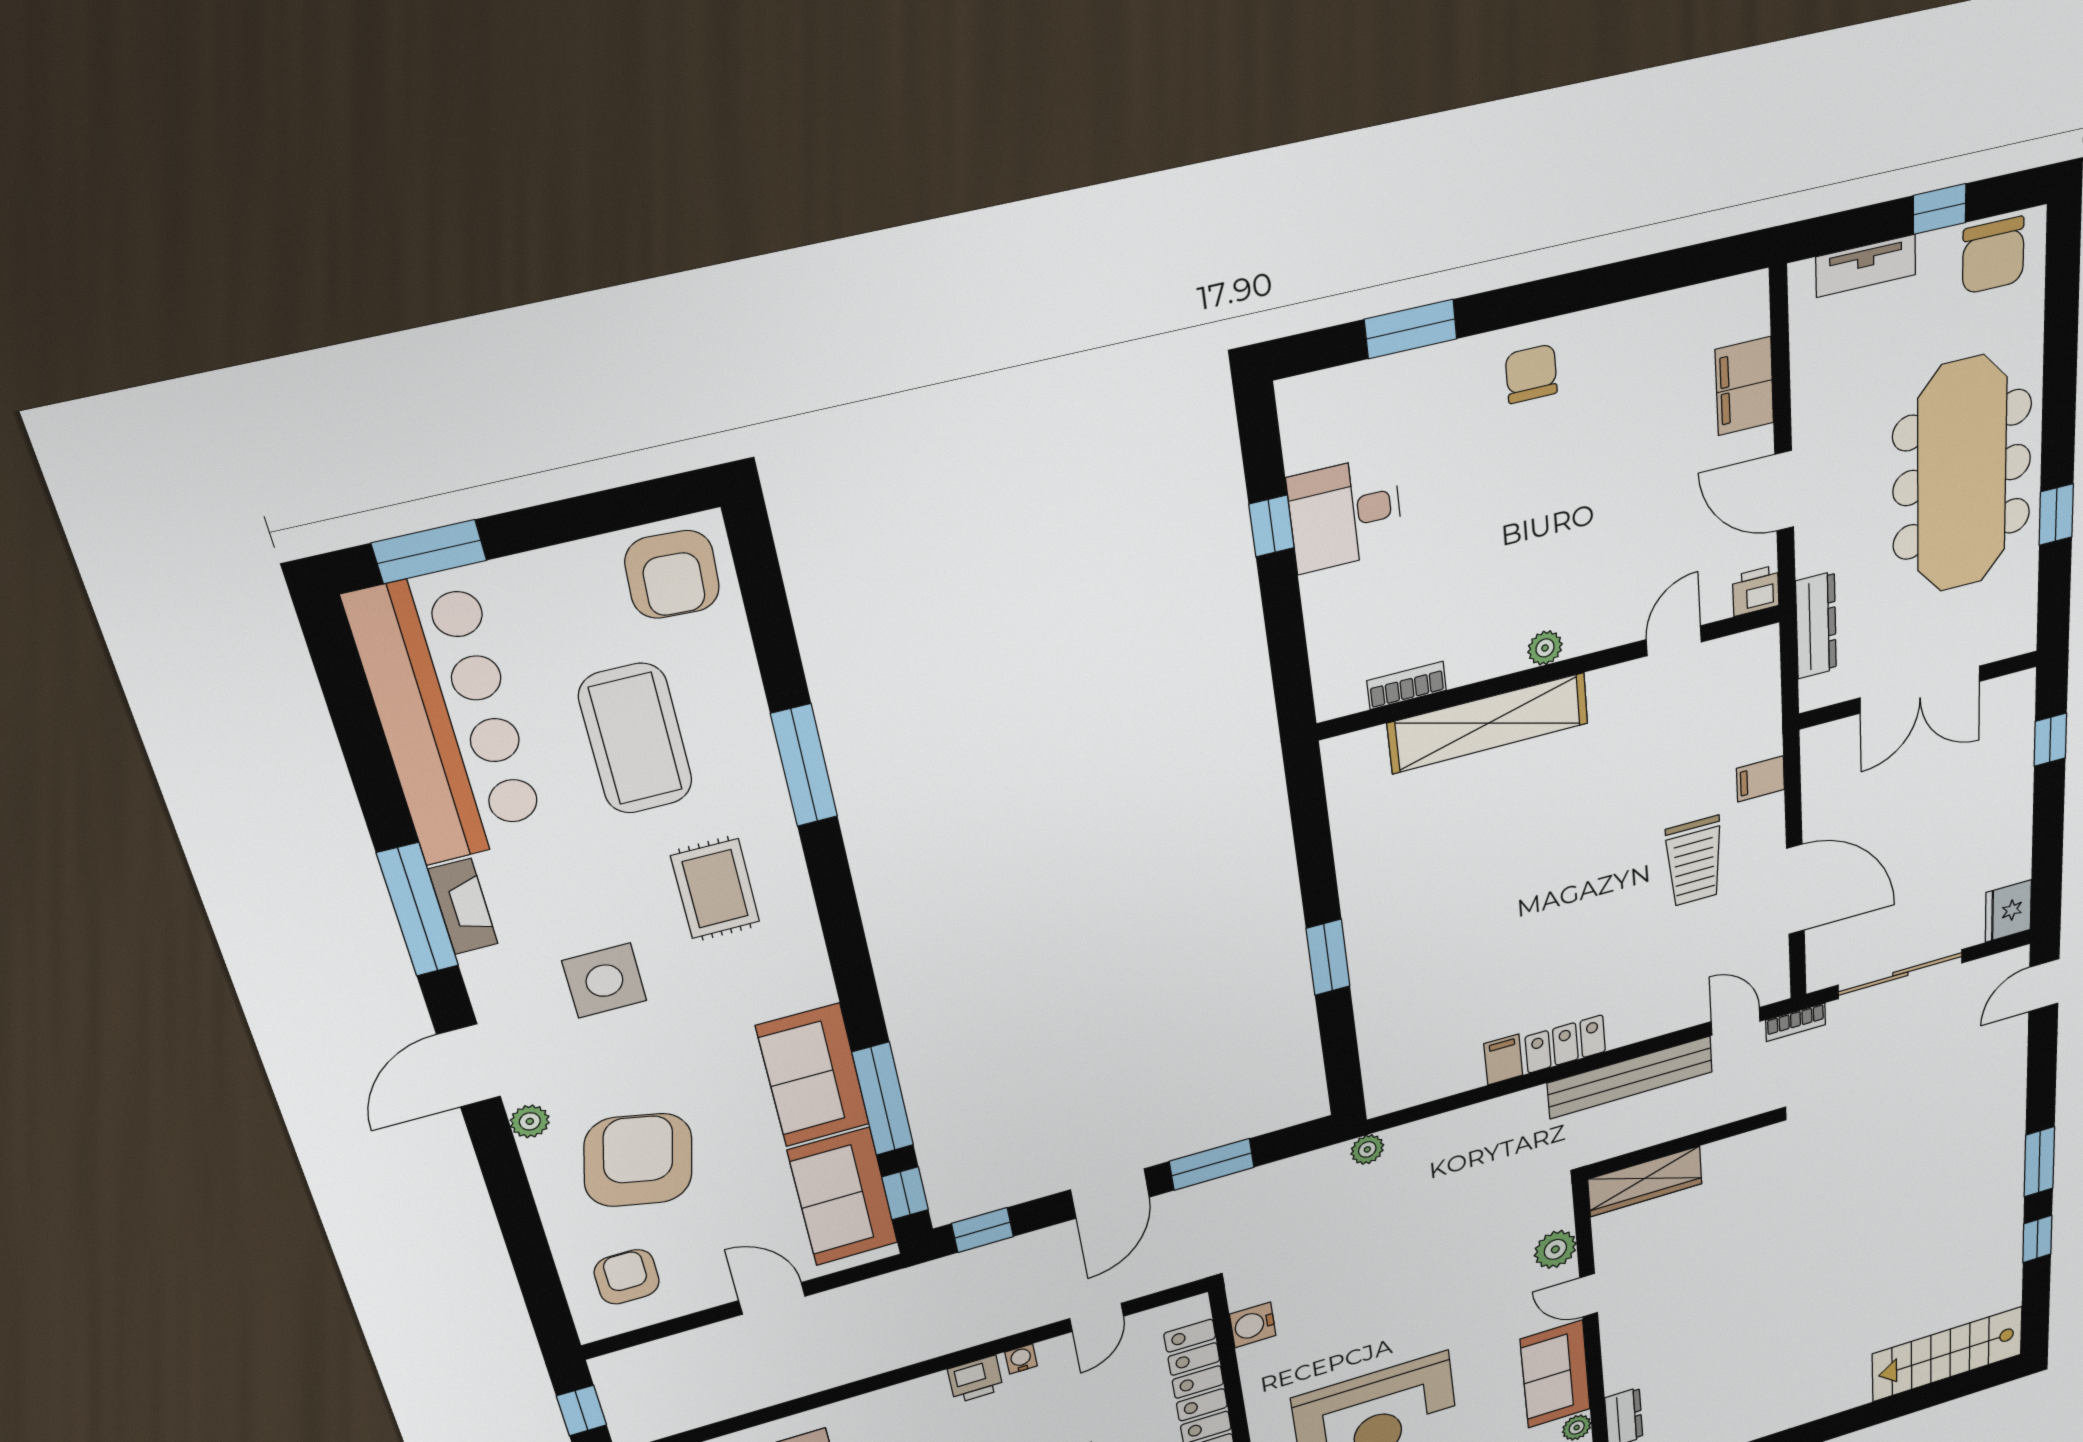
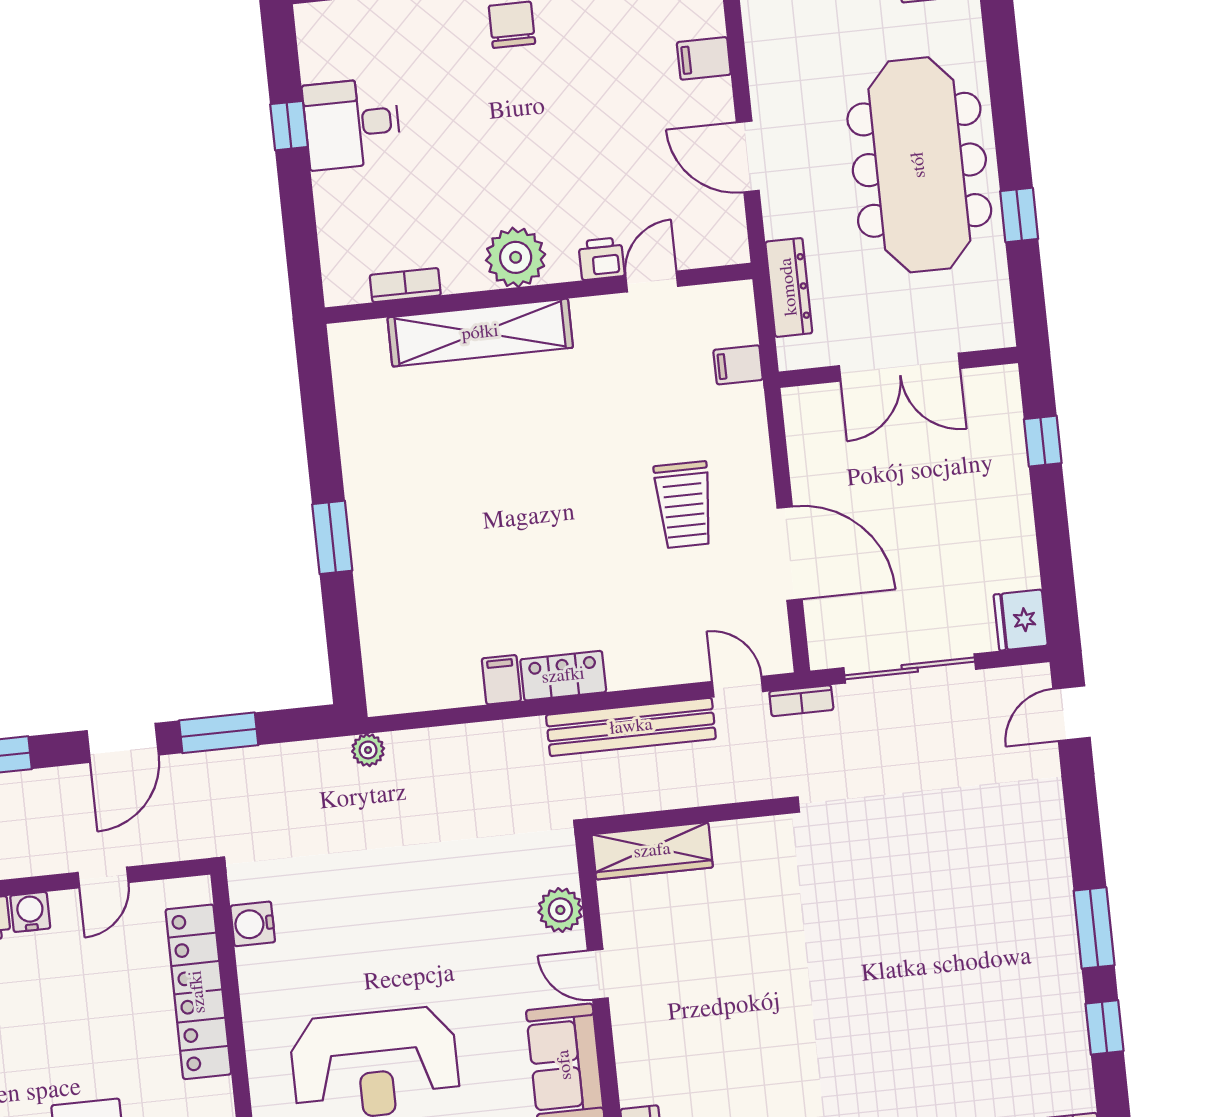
filing cabinet: (1744, 386) -> (704, 58), width x0.50
printer: (1756, 591) -> (602, 259), moved
plant: (1545, 648) -> (516, 257), width x1.87, depth x1.87
filing cabinet: (1760, 779) -> (738, 365), moved
water cooler: (1021, 1359) -> (30, 912), width x1.38, depth x1.38

